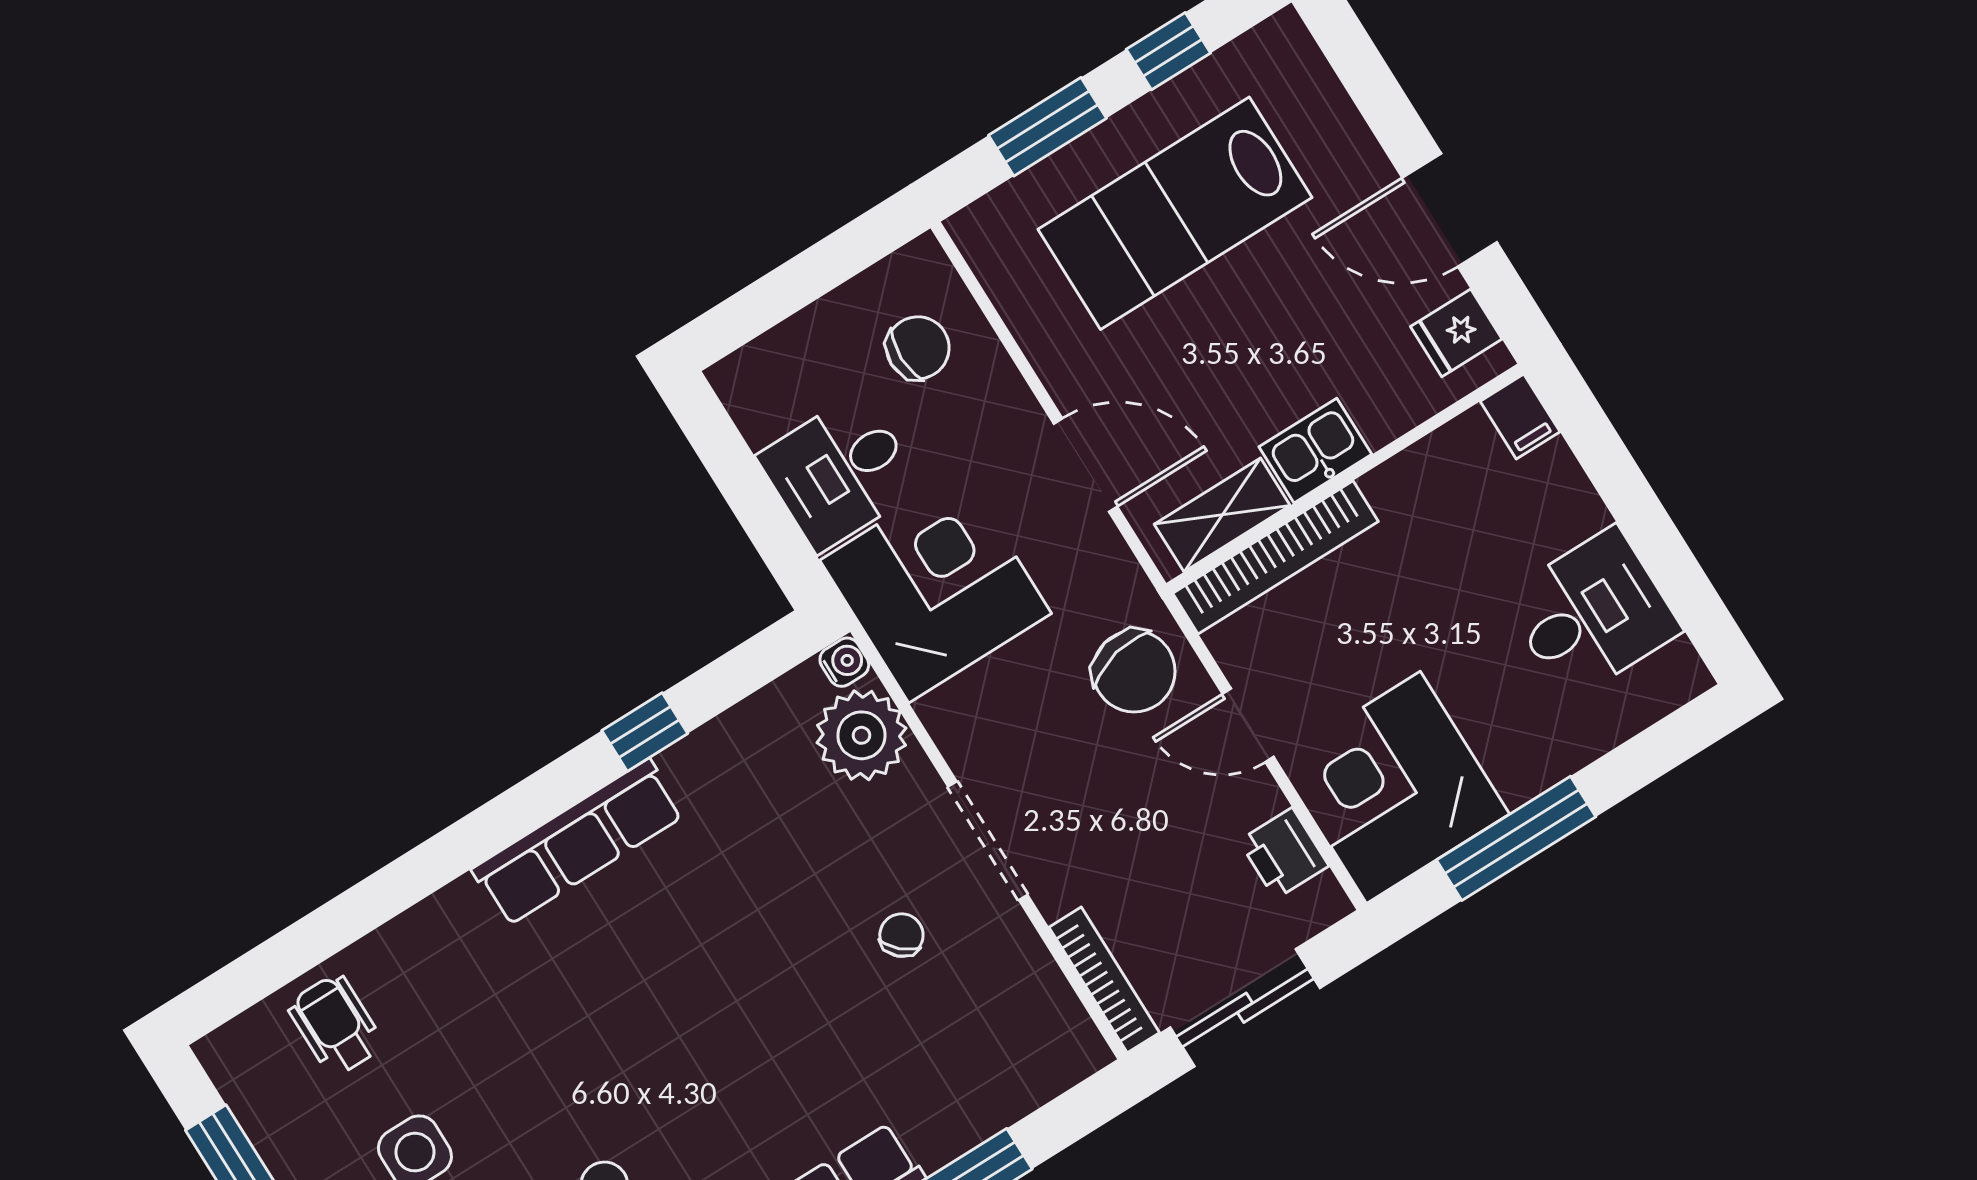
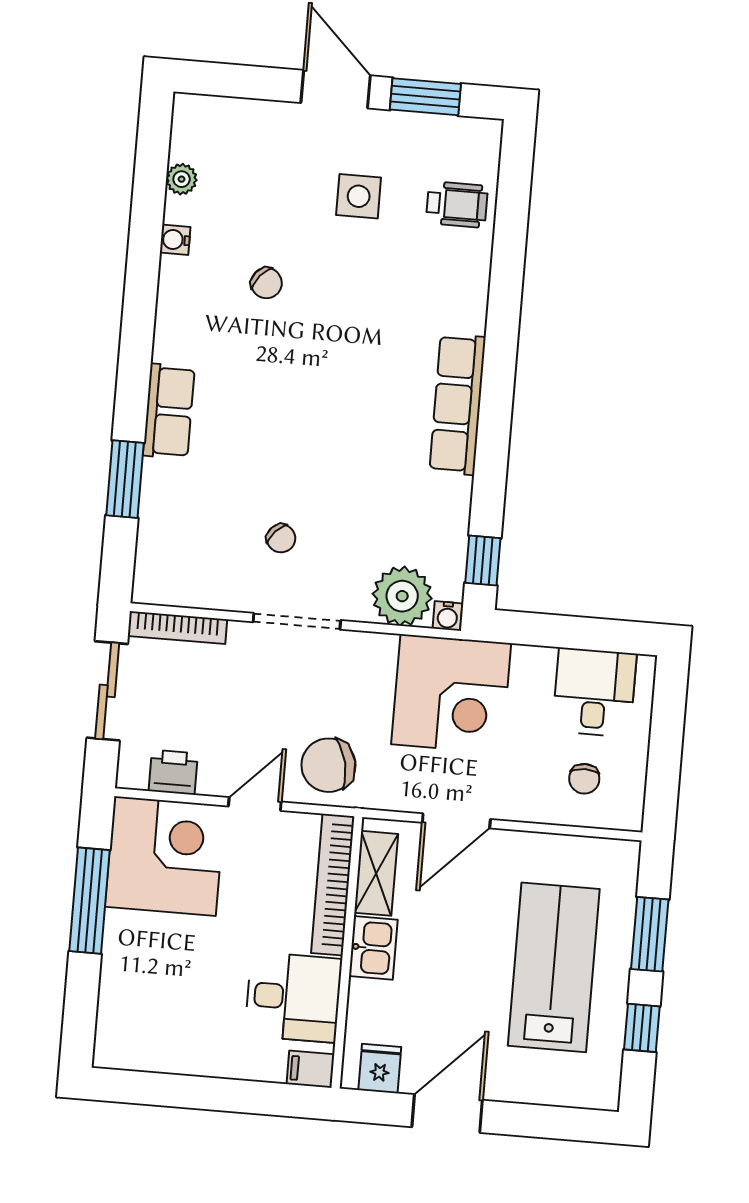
chair: (918, 348) -> (584, 779), width x0.73, depth x0.73
desk: (840, 472) -> (594, 692), moved
desk: (1592, 614) -> (293, 997), moved, turned -90
window: (645, 732) -> (483, 561), moved

